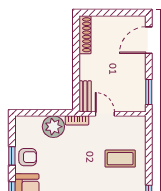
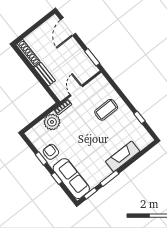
bench: (85, 96) -> (45, 74), moved
door: (105, 114) -> (76, 91), hinge flipped
armchair: (28, 157) -> (51, 152), turned -90

